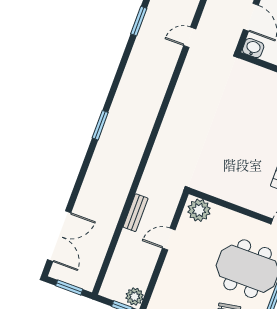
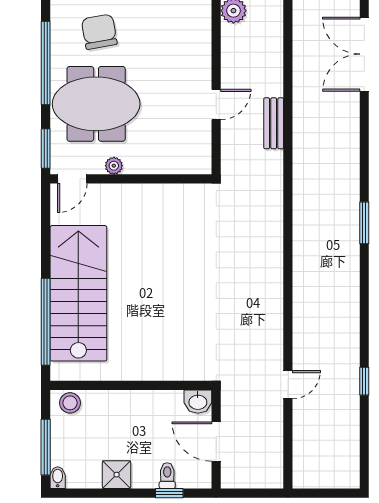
window: (139, 21) -> (364, 381), width x0.67
plant: (199, 210) -> (114, 166), moved, width x0.53, depth x0.53

